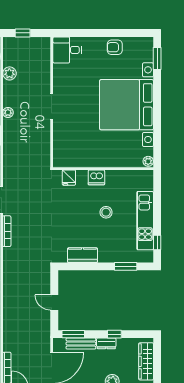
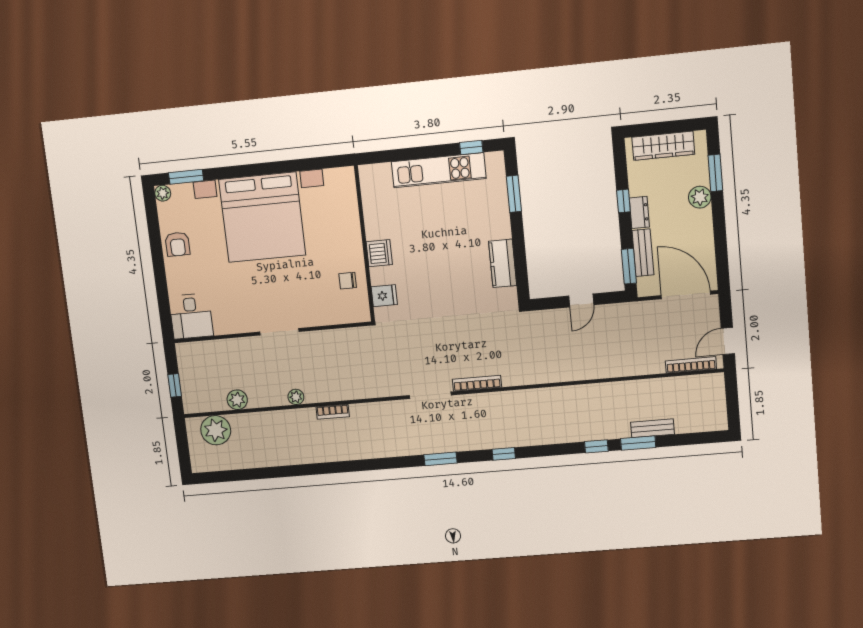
chair: (81, 155) -> (348, 281), added
plant: (148, 161) -> (163, 193), moved
stool: (106, 212) -> (432, 233), removed

